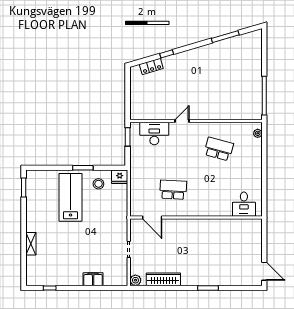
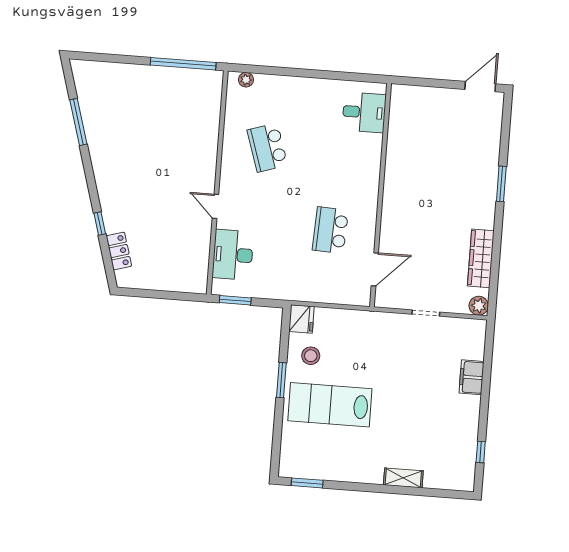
school desk: (219, 149) -> (267, 148), turned -33

